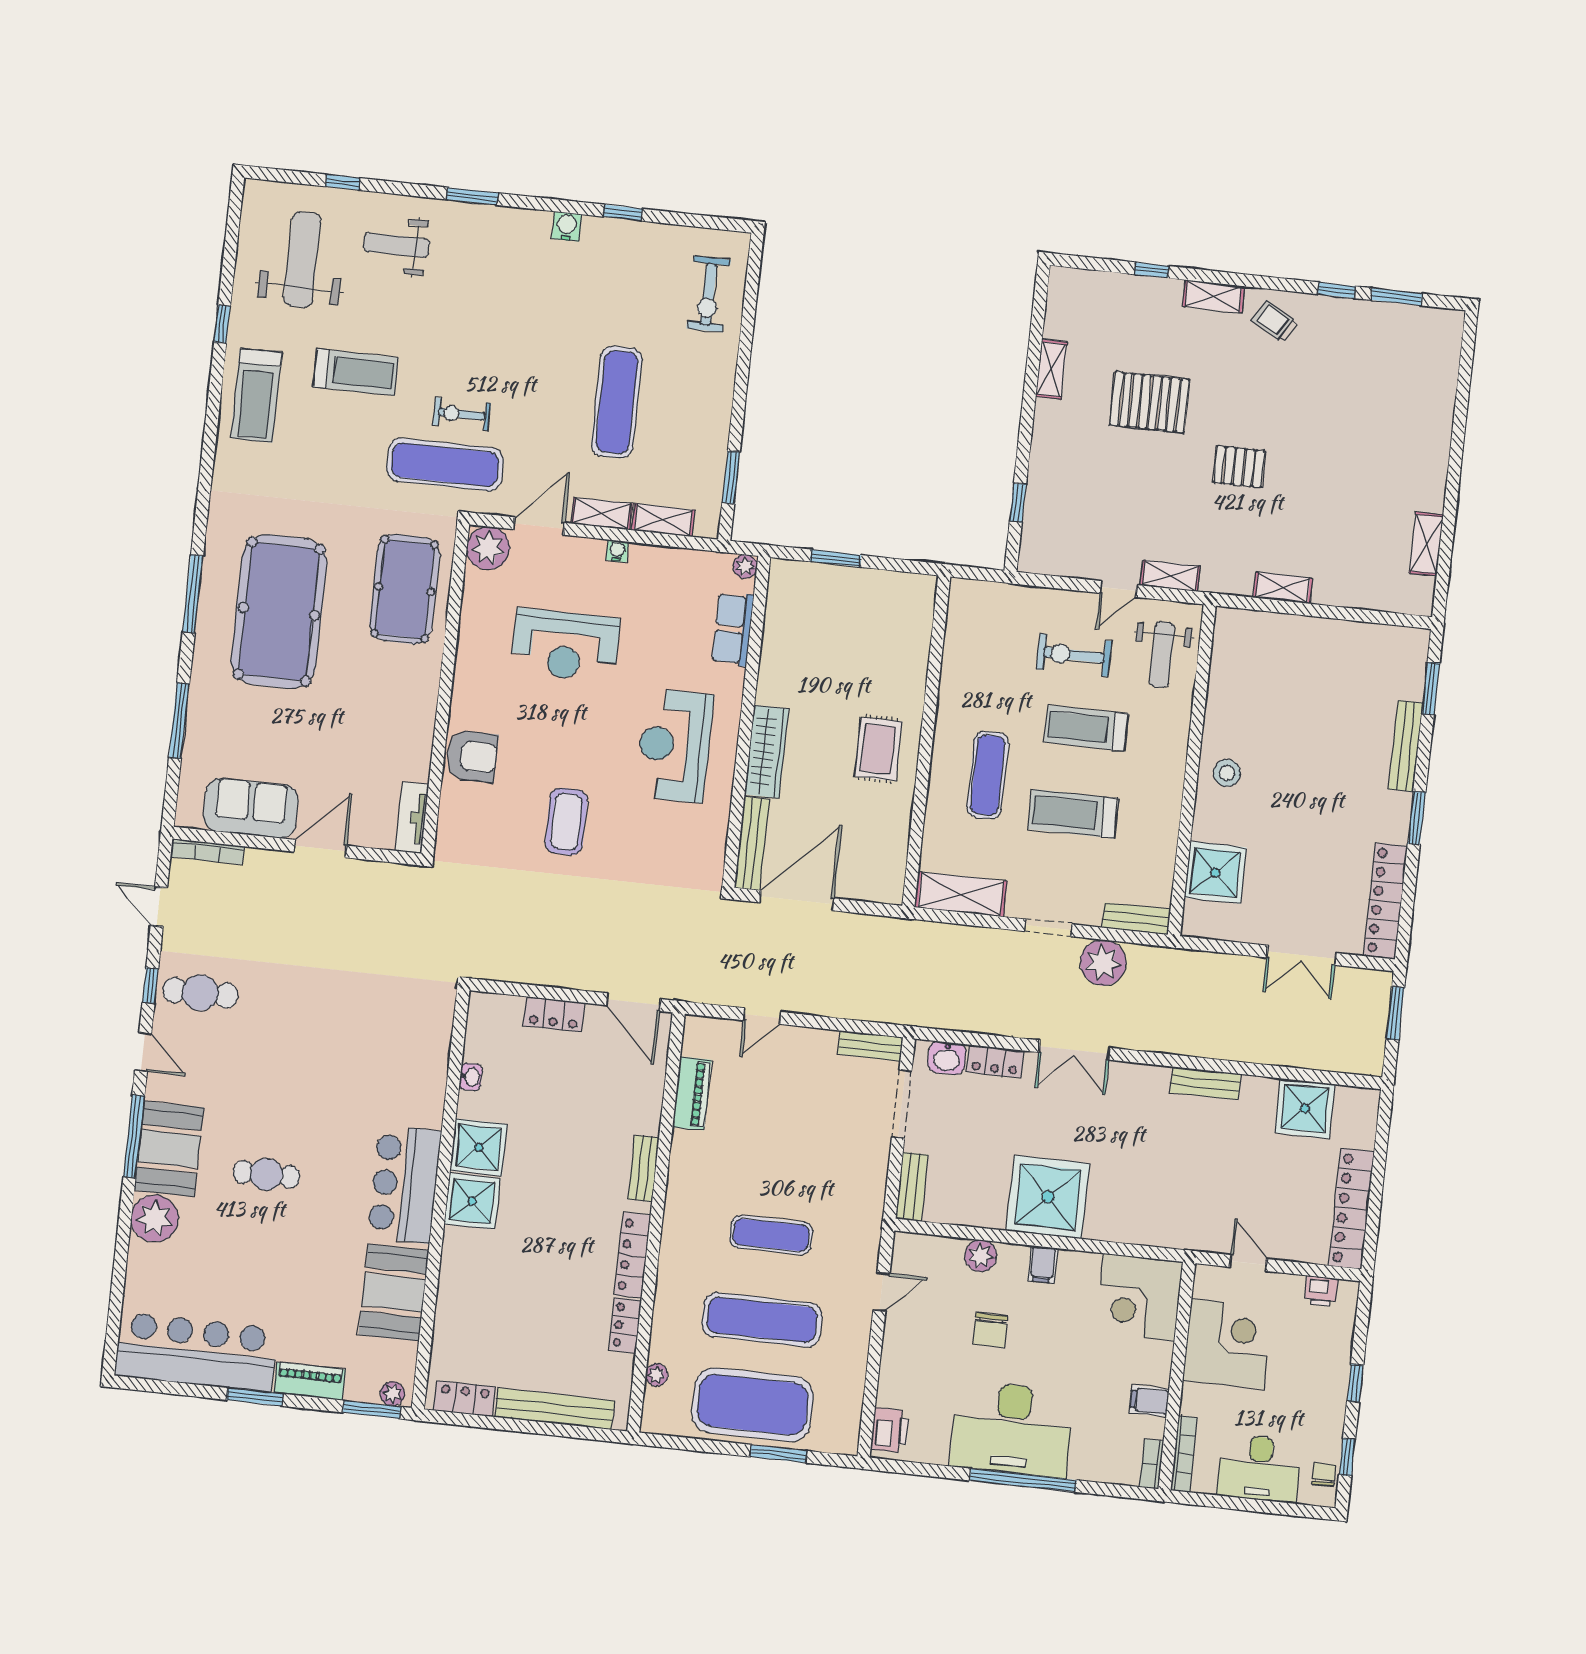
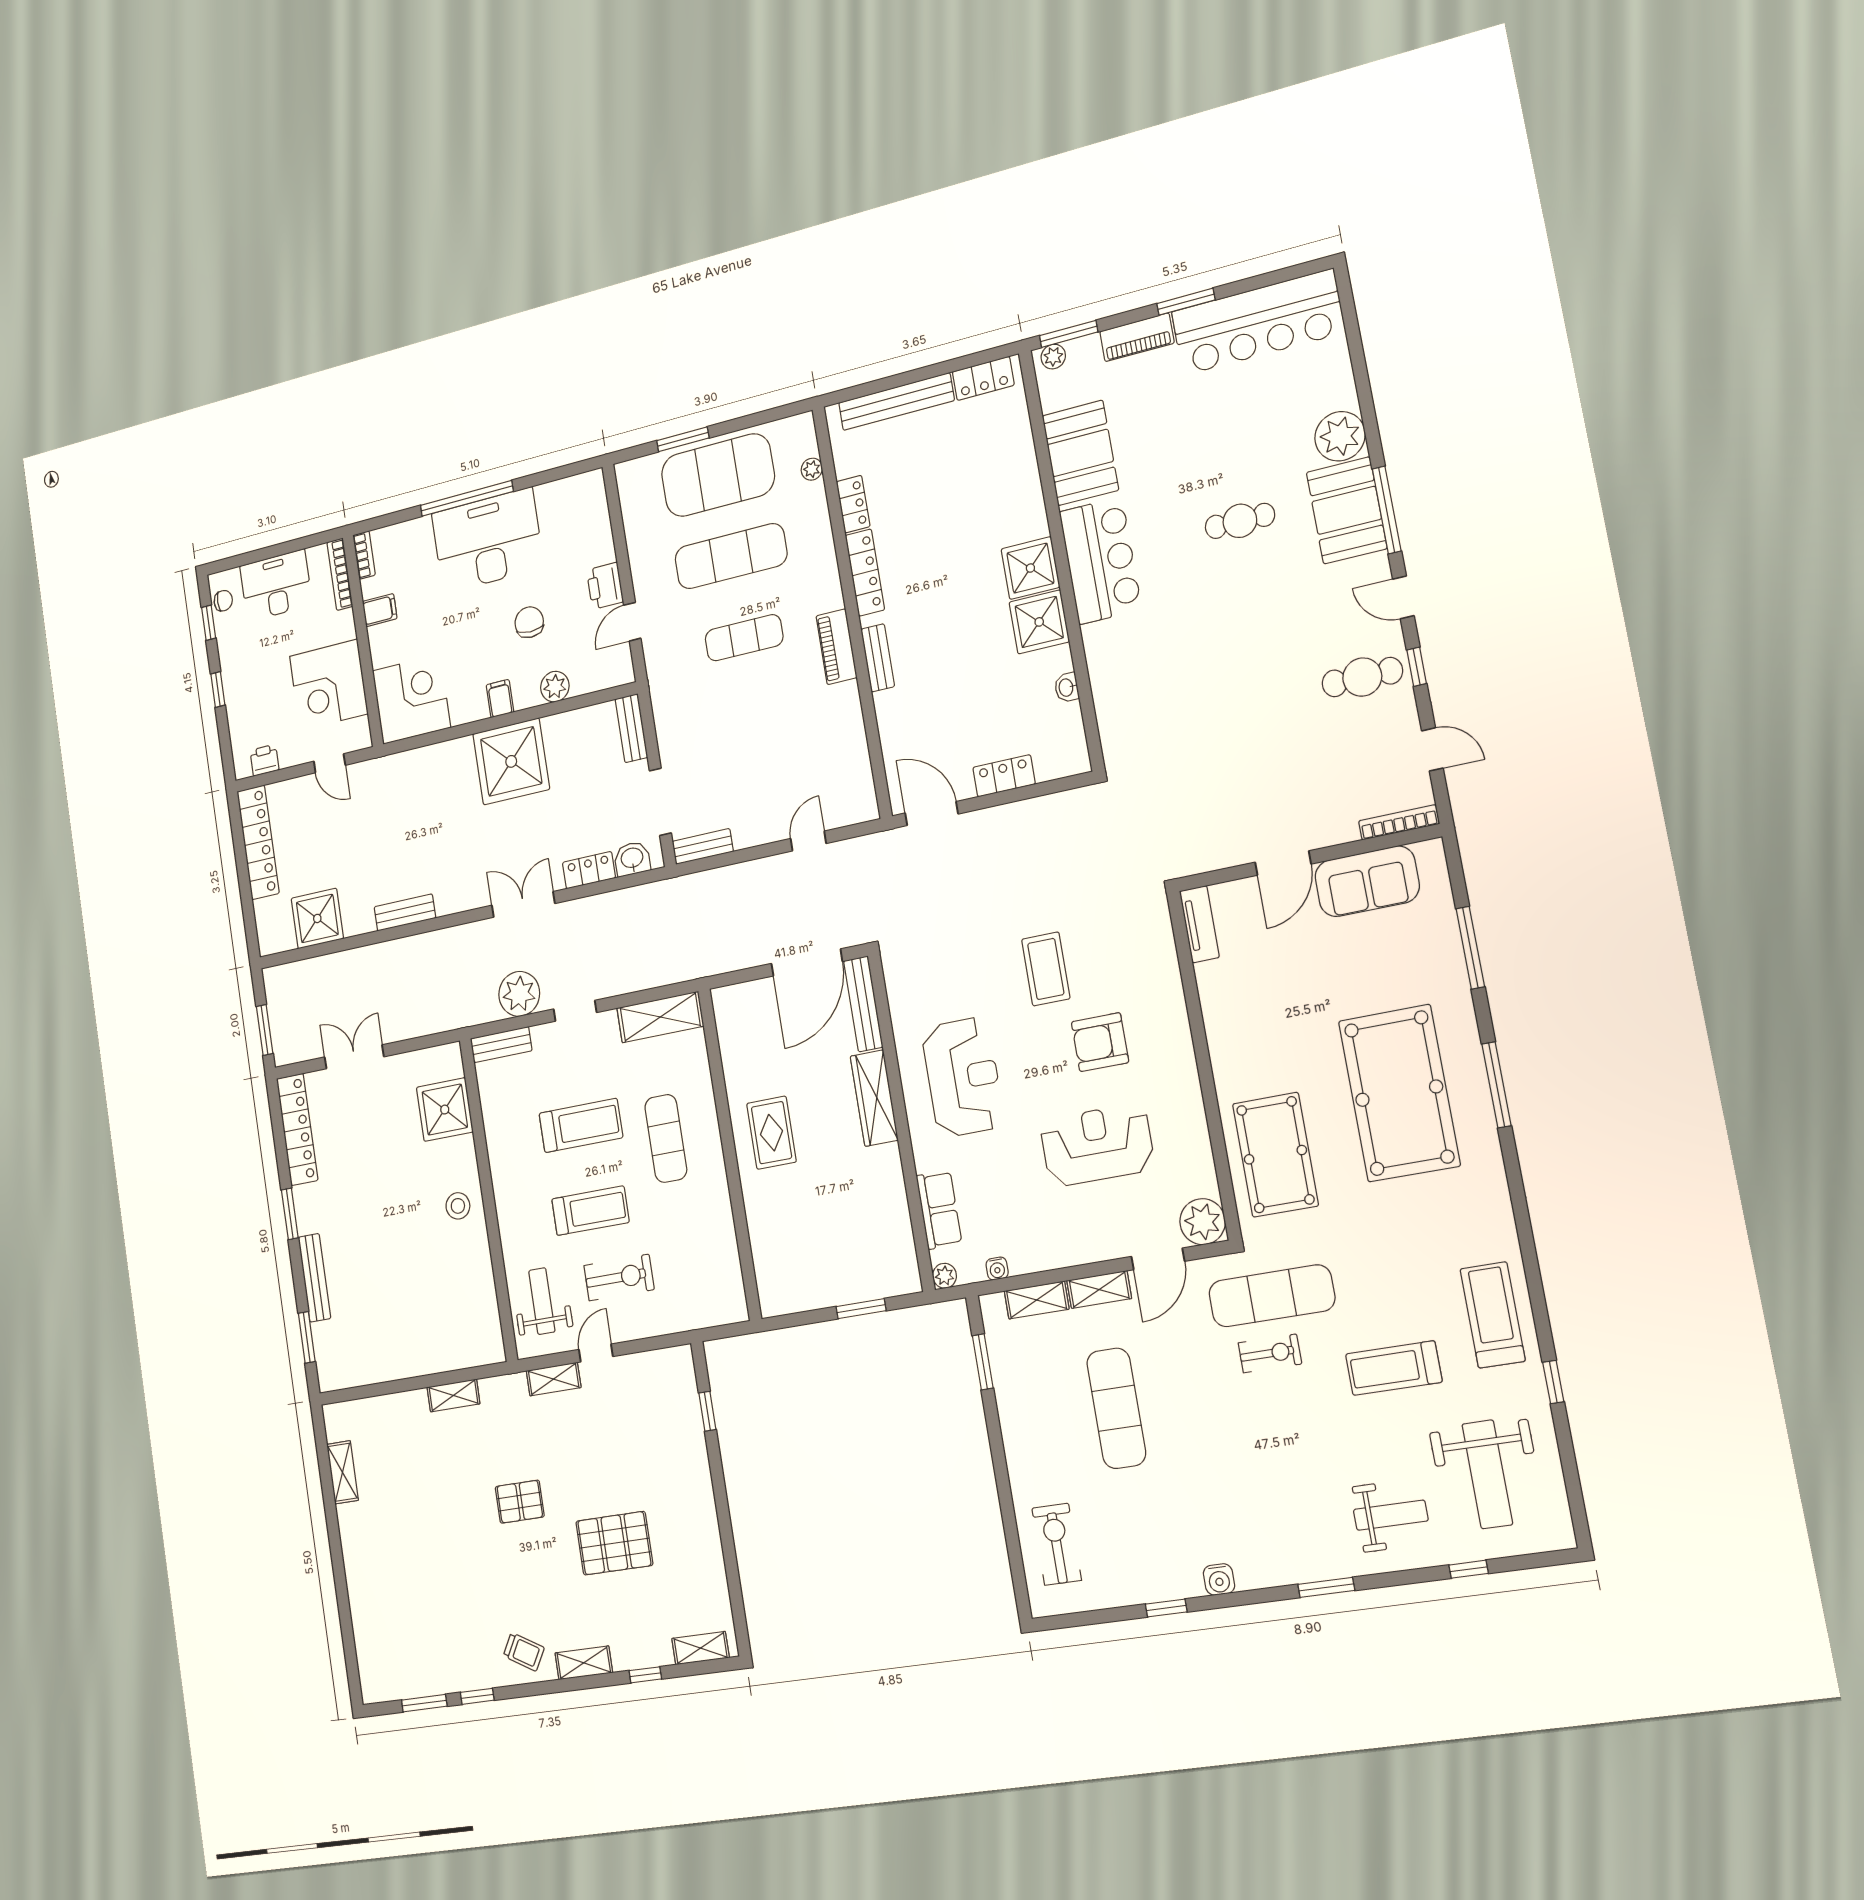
shelving: (1051, 369) -> (701, 1648), moved, turned 90
water cooler: (617, 551) -> (997, 1269), moved
armchair: (472, 756) -> (1100, 1042), moved
piano: (692, 1093) -> (836, 647), moved
printer: (890, 1430) -> (605, 586), moved
chair: (1324, 1474) -> (223, 601), turned -90

